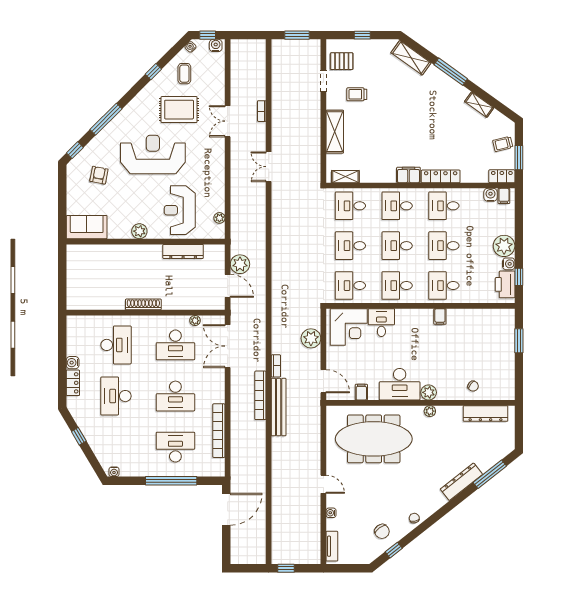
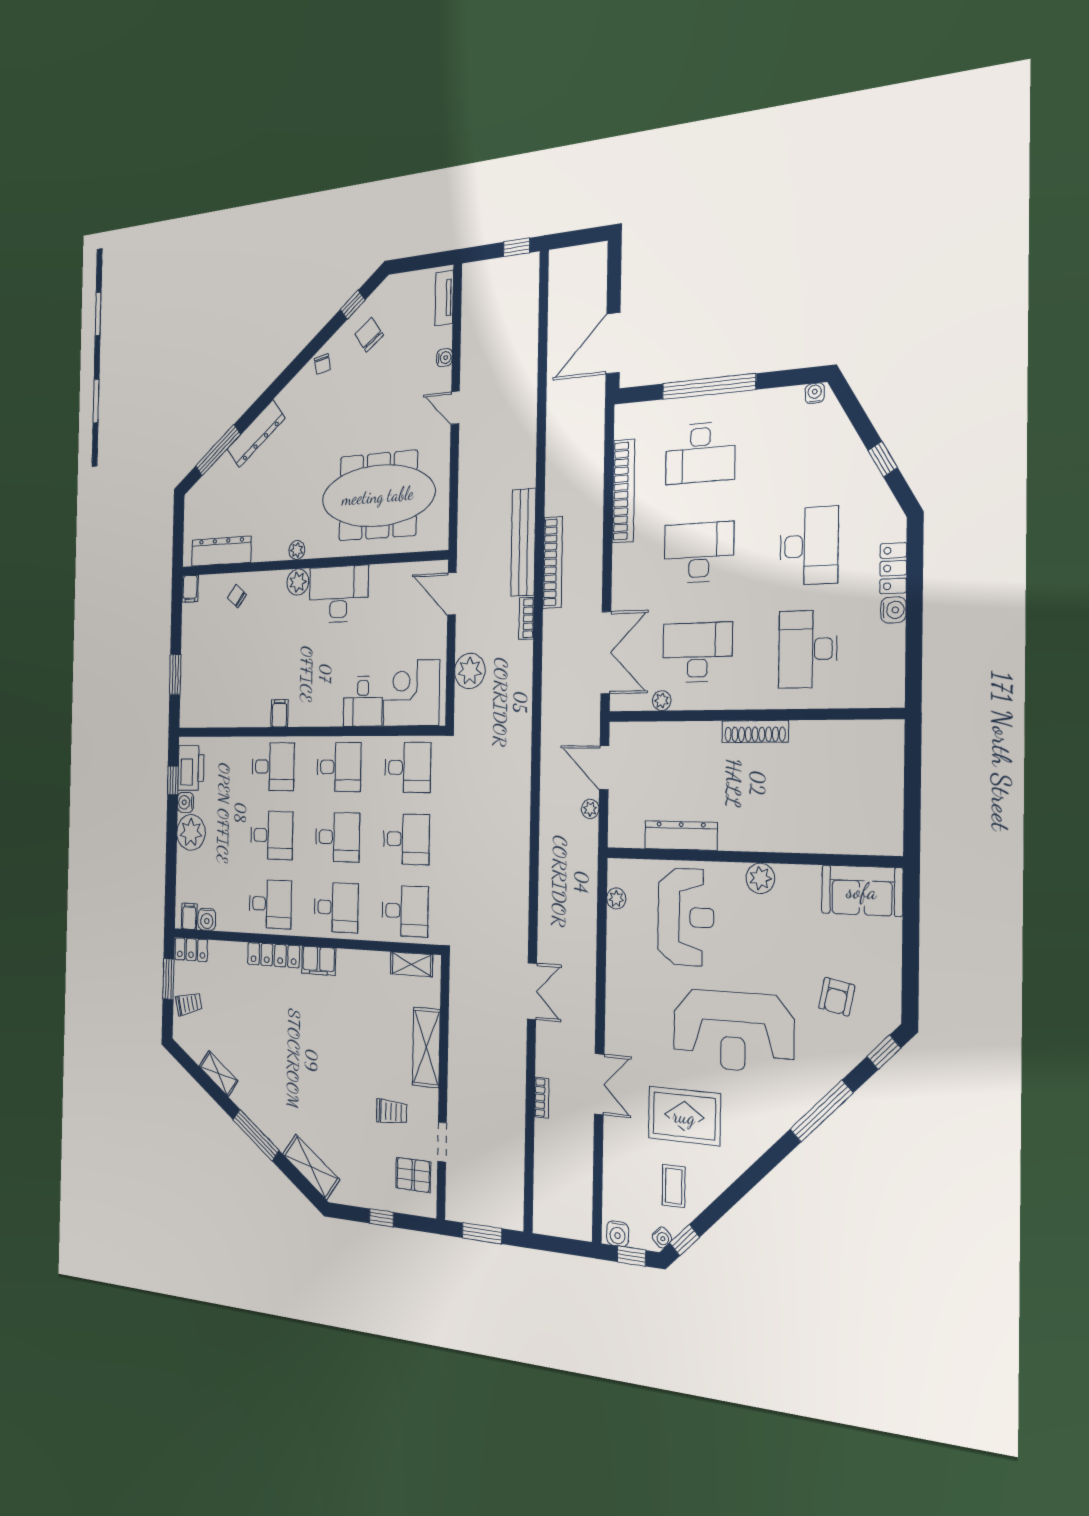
window: (153, 72) -> (685, 1240), moved
plant: (240, 264) -> (590, 809), width x0.53, depth x0.53
filing cabinet: (361, 392) -> (190, 589), moved

